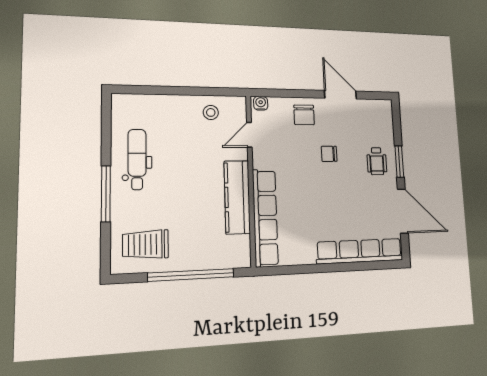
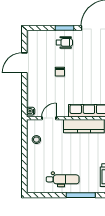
chair: (304, 115) -> (37, 86), removed
door: (249, 135) -> (49, 118), swing flipped
dental chair: (137, 159) -> (63, 179), turned 180

